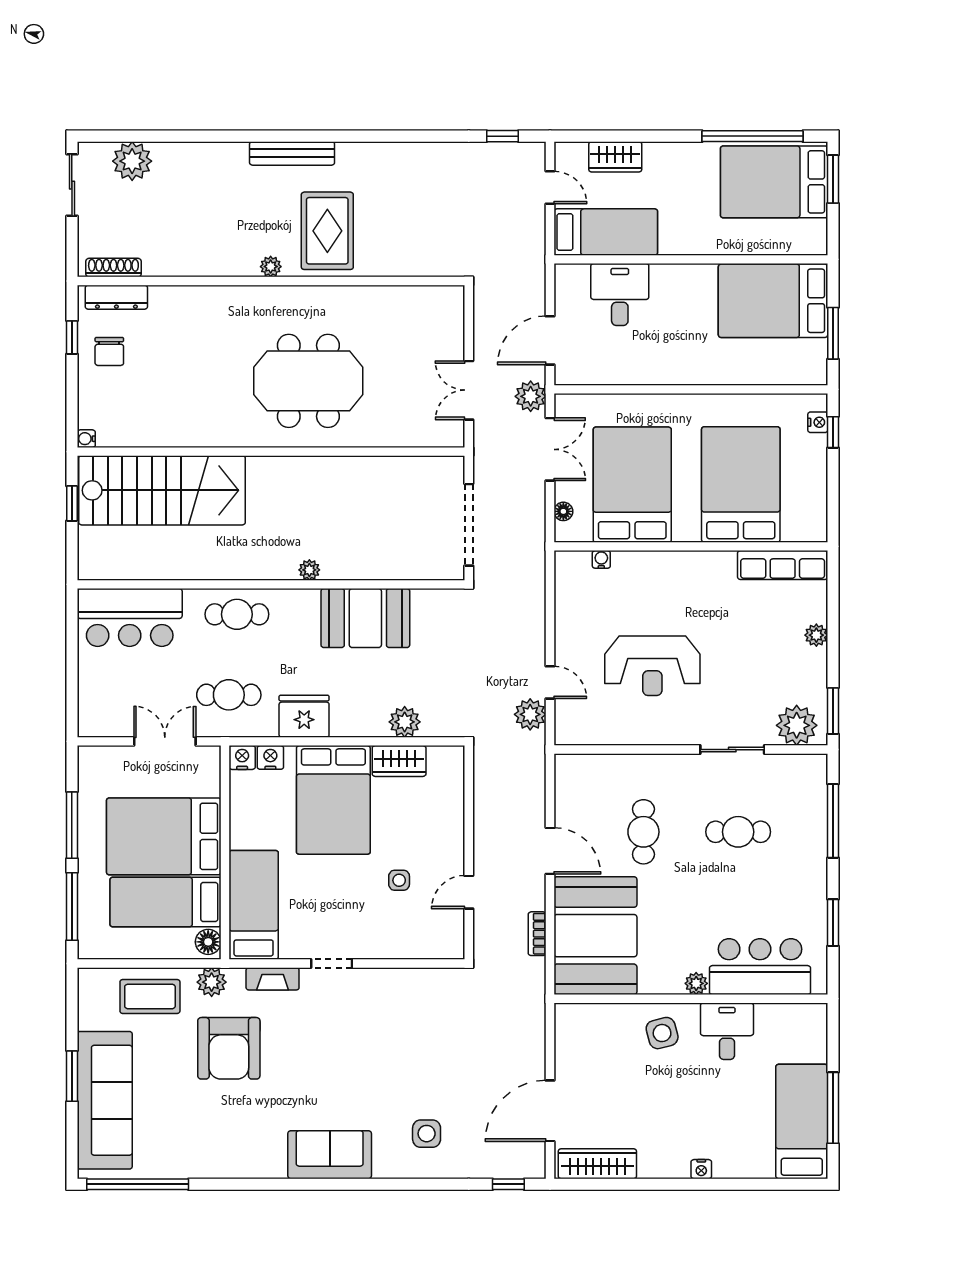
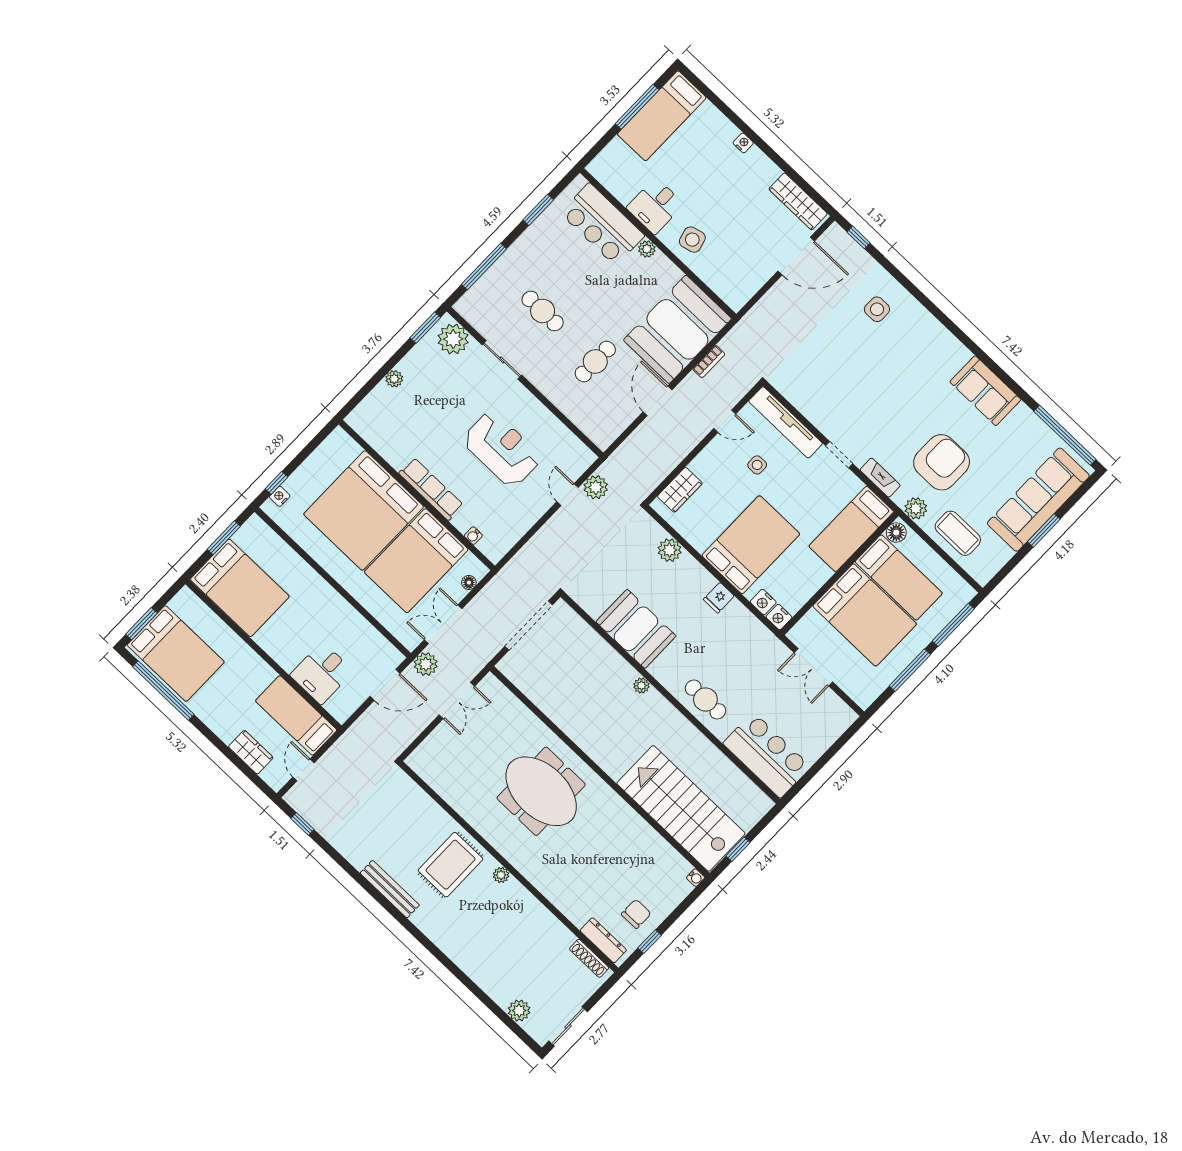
bench: (292, 153) -> (390, 889), moved
plant: (132, 161) -> (519, 1011), width x0.73, depth x0.73
bed: (741, 484) -> (364, 510), width x1.36
row of seats: (783, 565) -> (431, 489), moved
cafe table: (229, 695) -> (753, 659), removed
fridge: (304, 716) -> (719, 598), width x0.53, depth x0.75
wardrobe: (399, 761) -> (680, 490), moved, turned 90
tv unit: (411, 946) -> (786, 422), added
sofa: (330, 1155) -> (985, 391), moved

